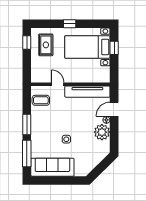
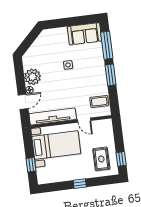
bed with nightstands: (87, 47) -> (56, 145), moved
sofa: (52, 167) -> (85, 34), width x0.73

